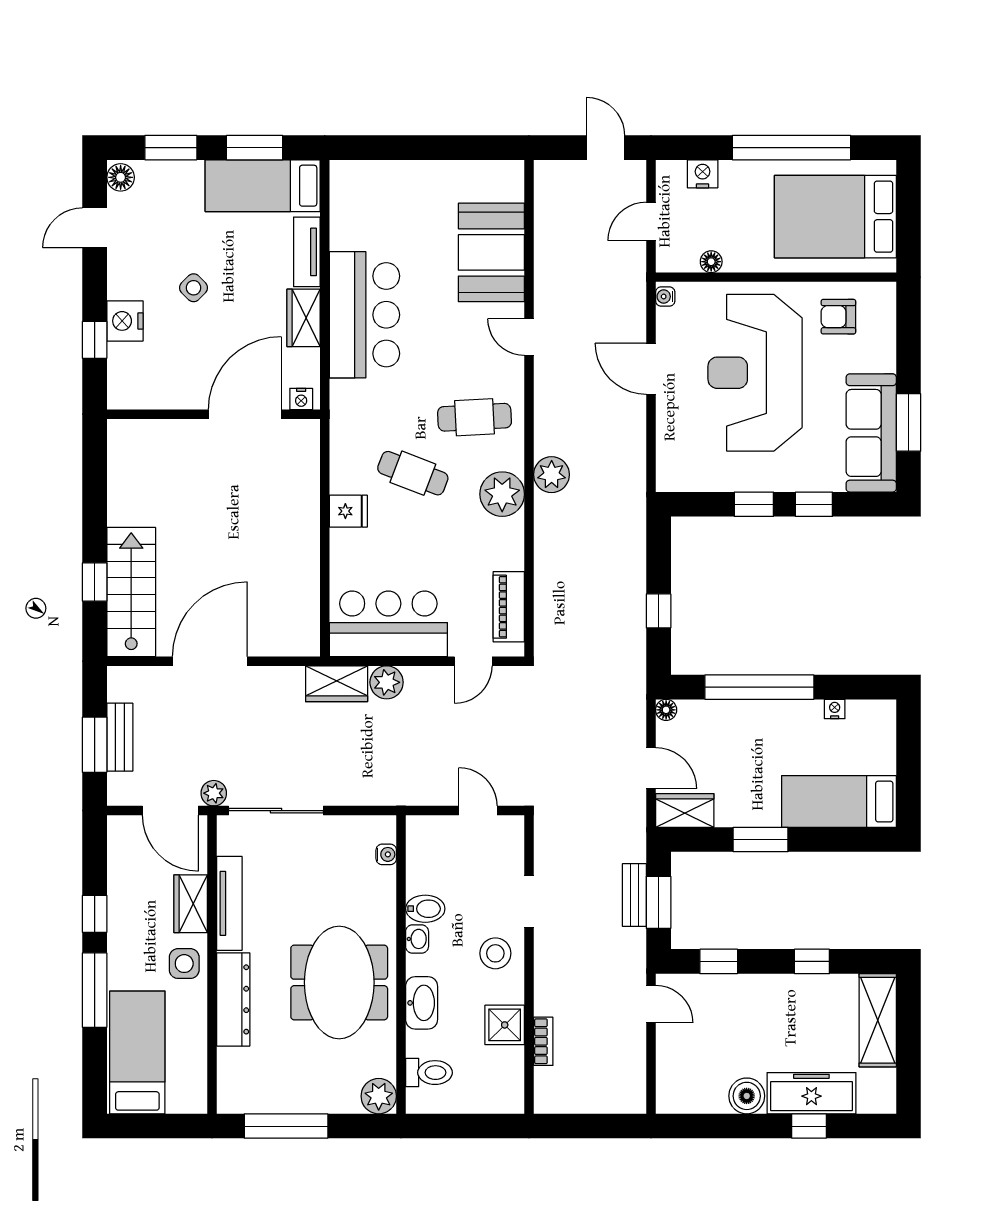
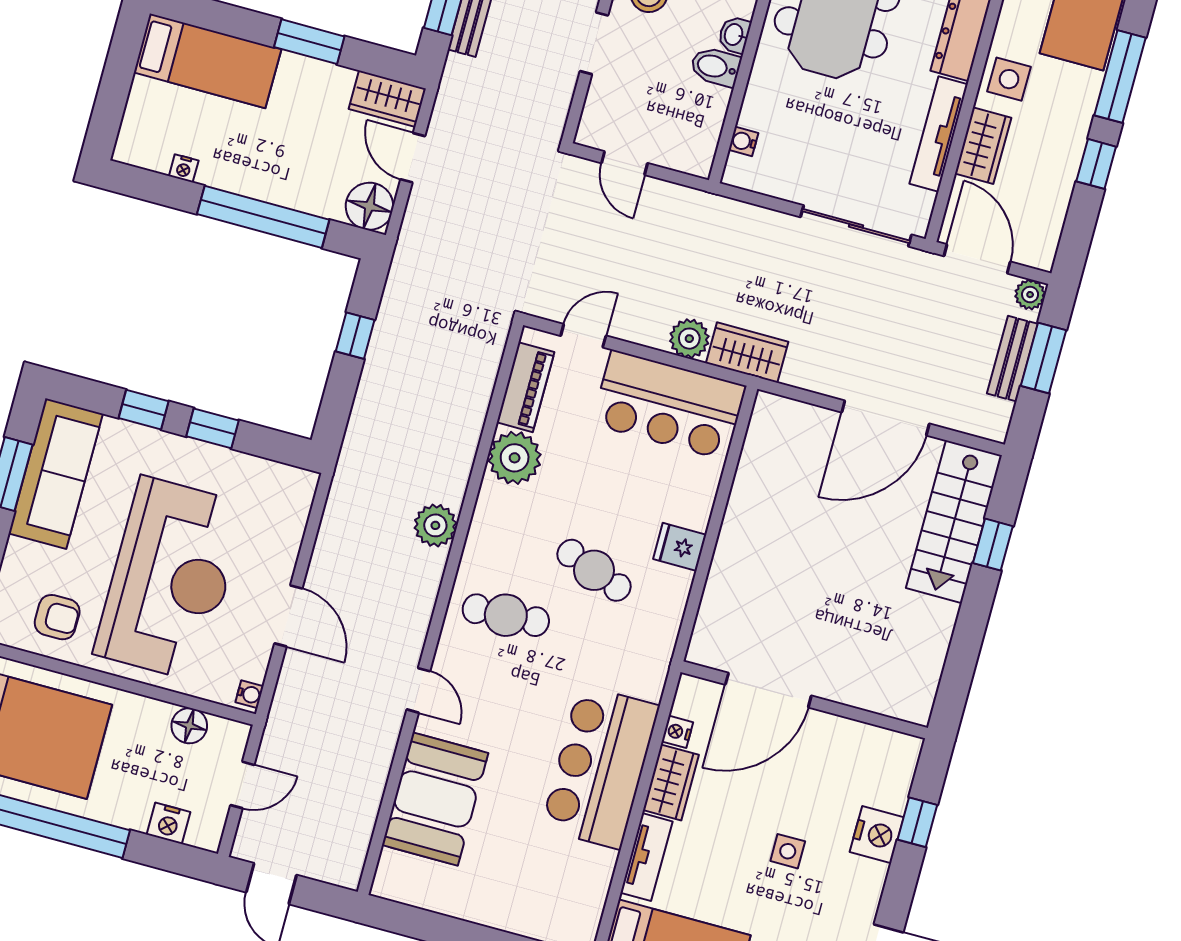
floor lamp: (711, 262) -> (189, 726), width x1.37, depth x1.37
side table: (194, 288) -> (788, 851), turned 45
nightstand: (301, 399) -> (677, 732), moved, turned -90
plant: (502, 494) -> (515, 458), moved
floor lamp: (666, 710) -> (369, 206), width x1.89, depth x1.89
plant: (214, 793) -> (1030, 295), moved

